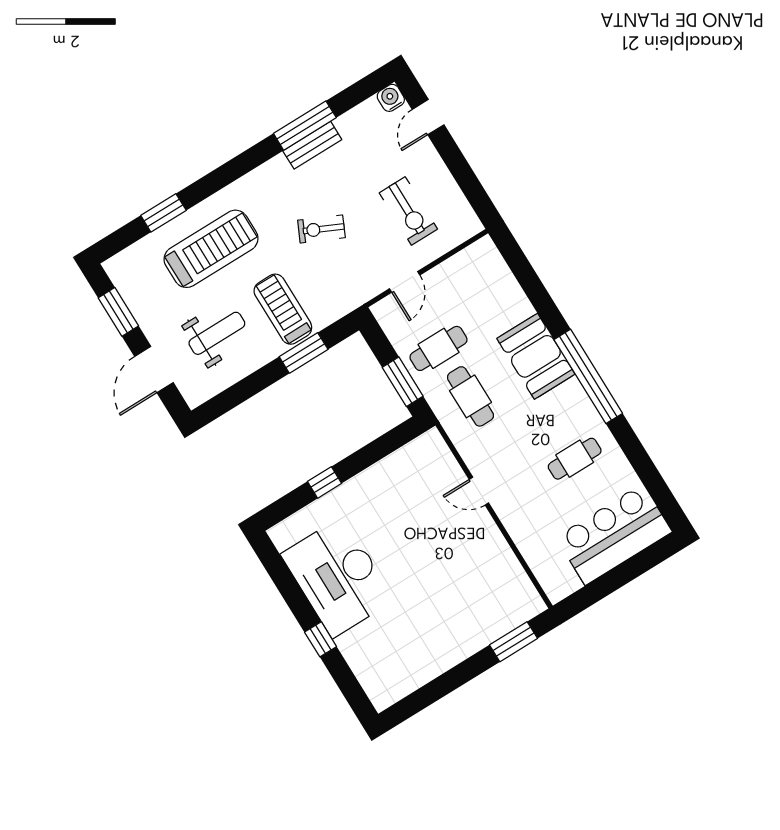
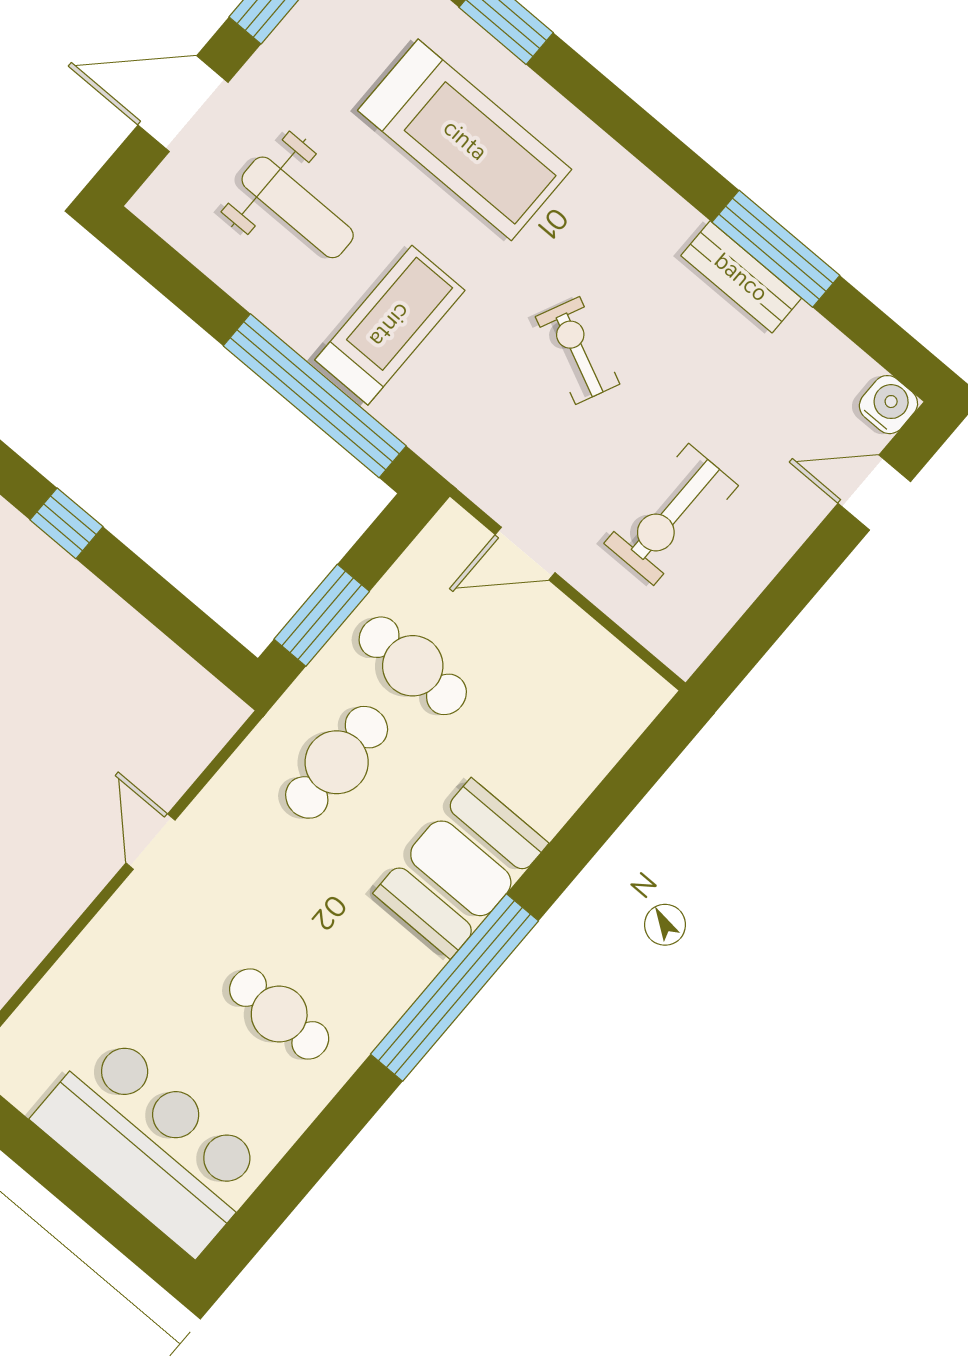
window: (304, 353) -> (315, 396), width x2.11

